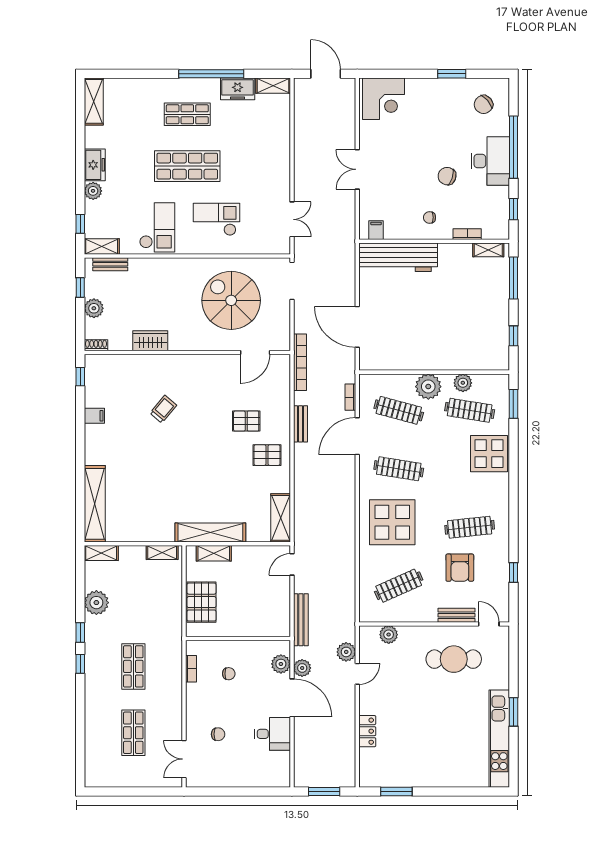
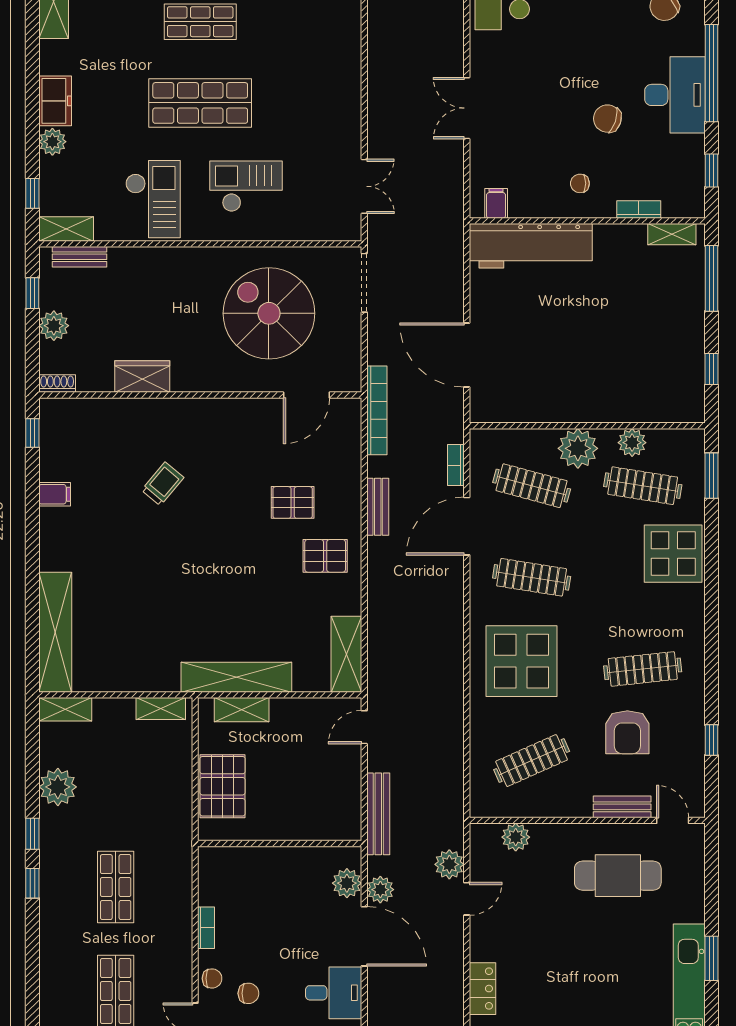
bookcase: (191, 669) -> (206, 928), moved
chair: (229, 674) -> (212, 978), moved

